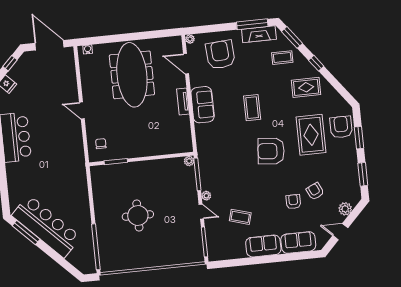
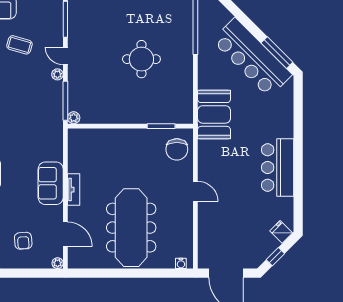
armchair: (220, 55) -> (23, 241), width x0.53, depth x0.53
chair: (101, 144) -> (177, 149), width x1.87, depth x1.87
booth: (73, 176) -> (214, 114), added

